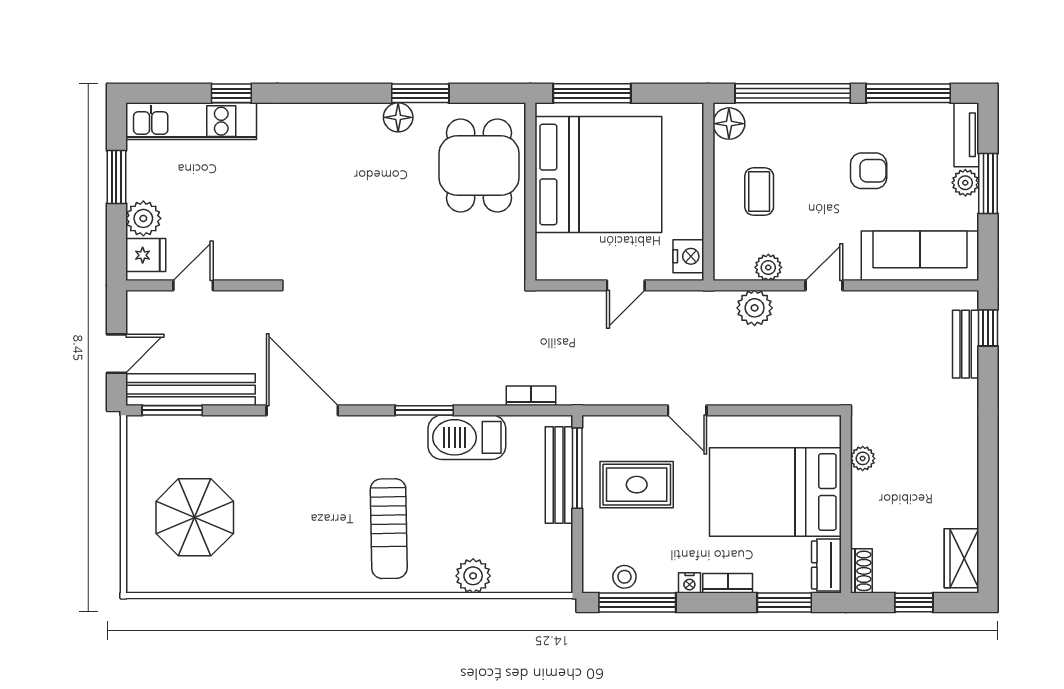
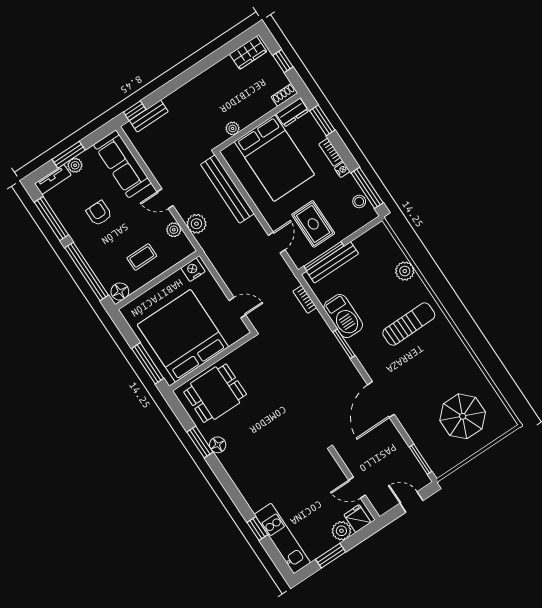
door: (626, 285) -> (237, 308), moved
bench: (190, 390) -> (227, 189), moved
door: (687, 410) -> (277, 242), moved

